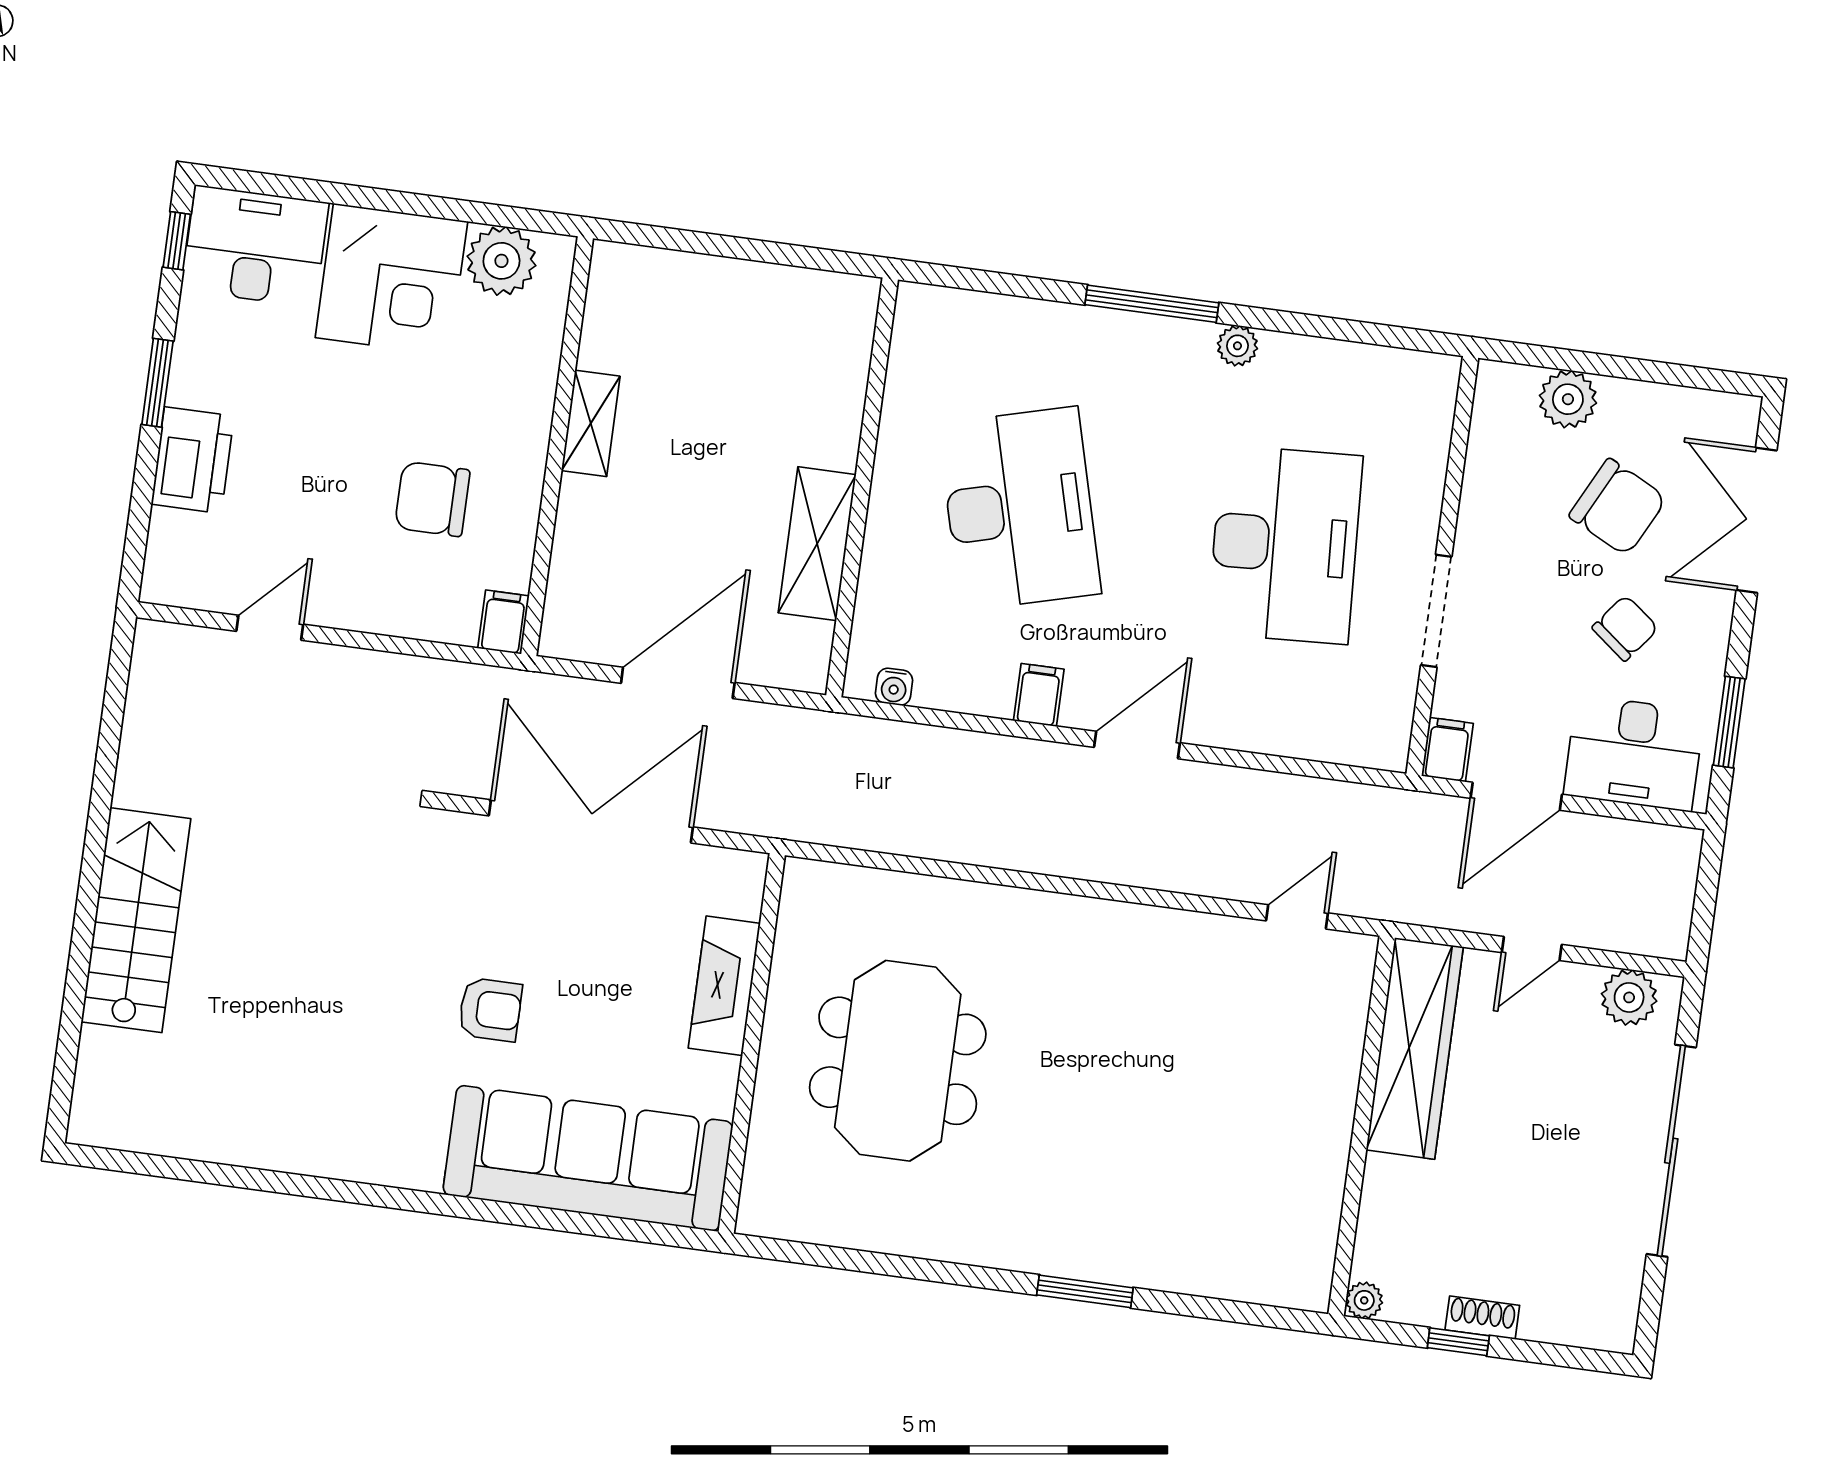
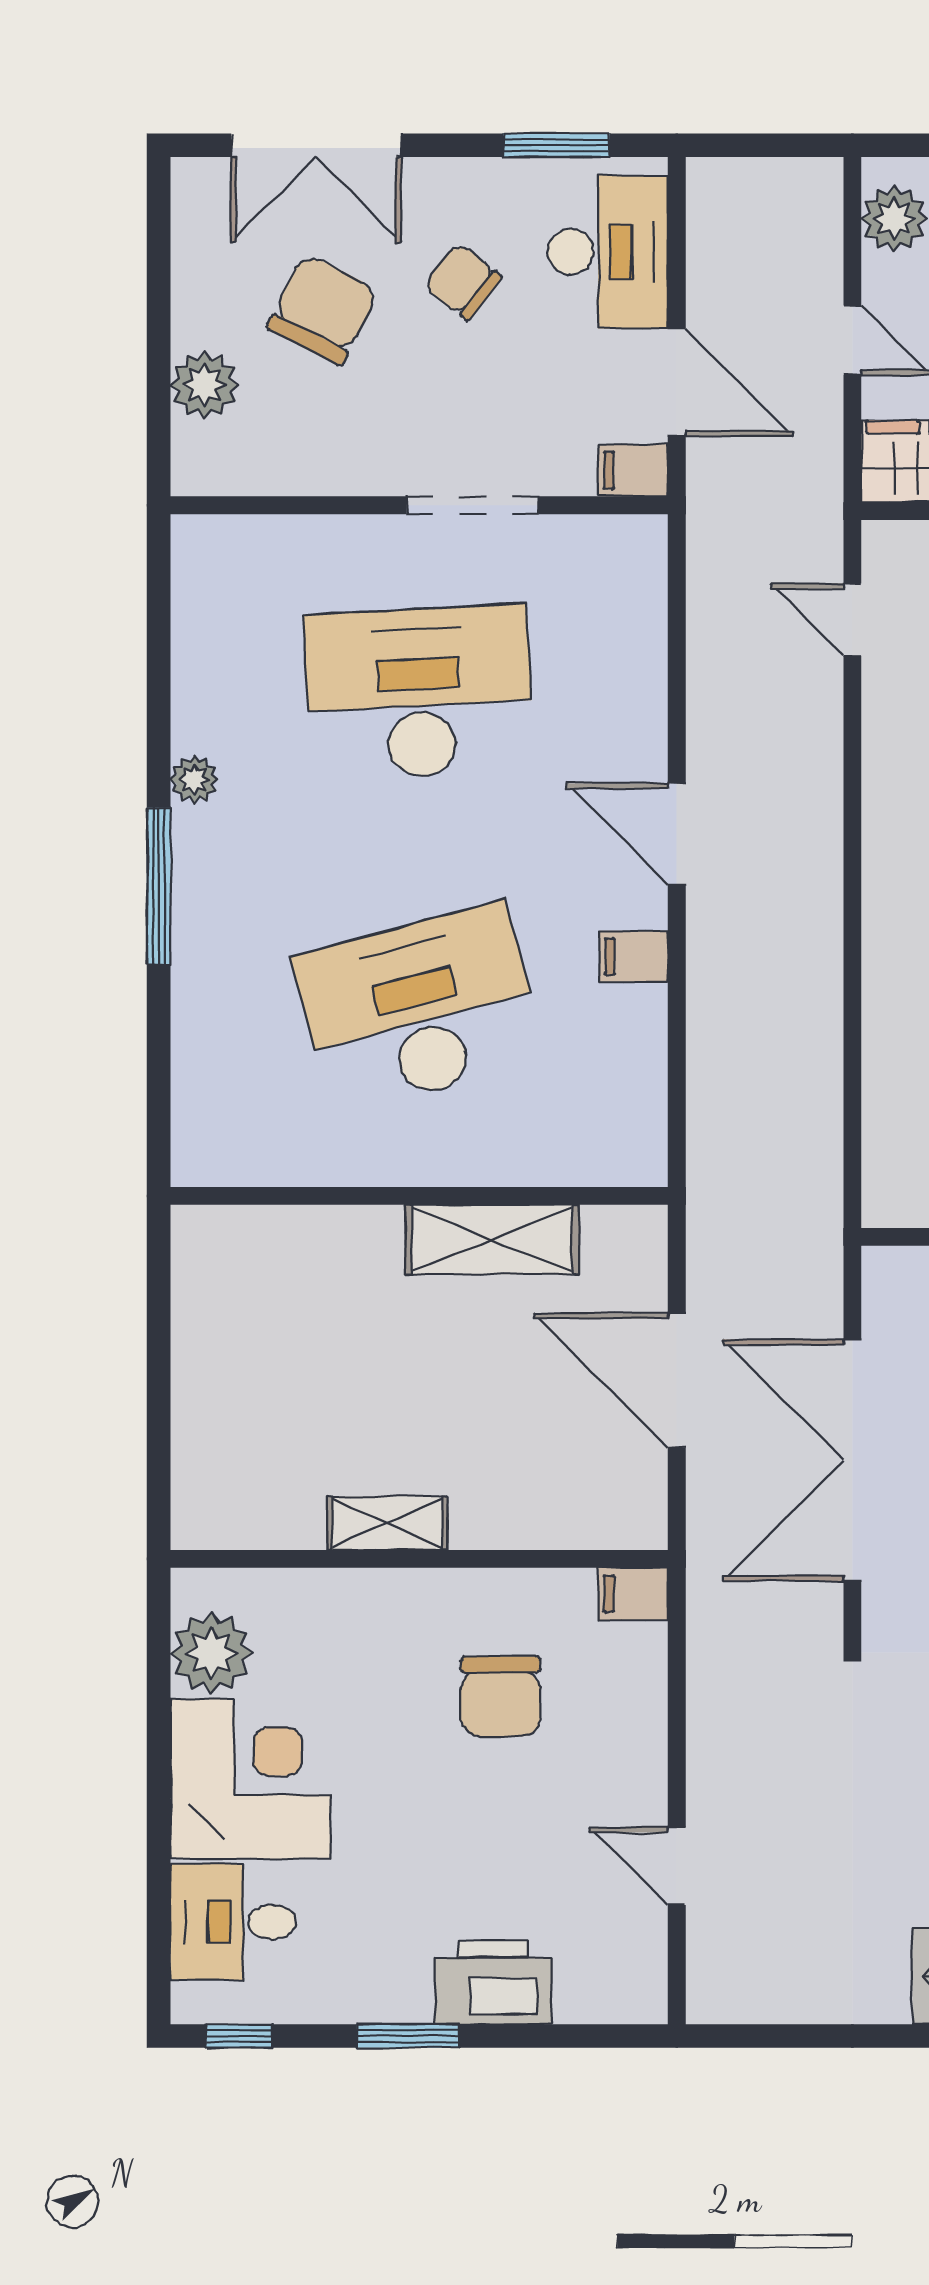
desk: (255, 246) -> (233, 1922), width x0.73
water cooler: (894, 687) -> (647, 1127), removed

